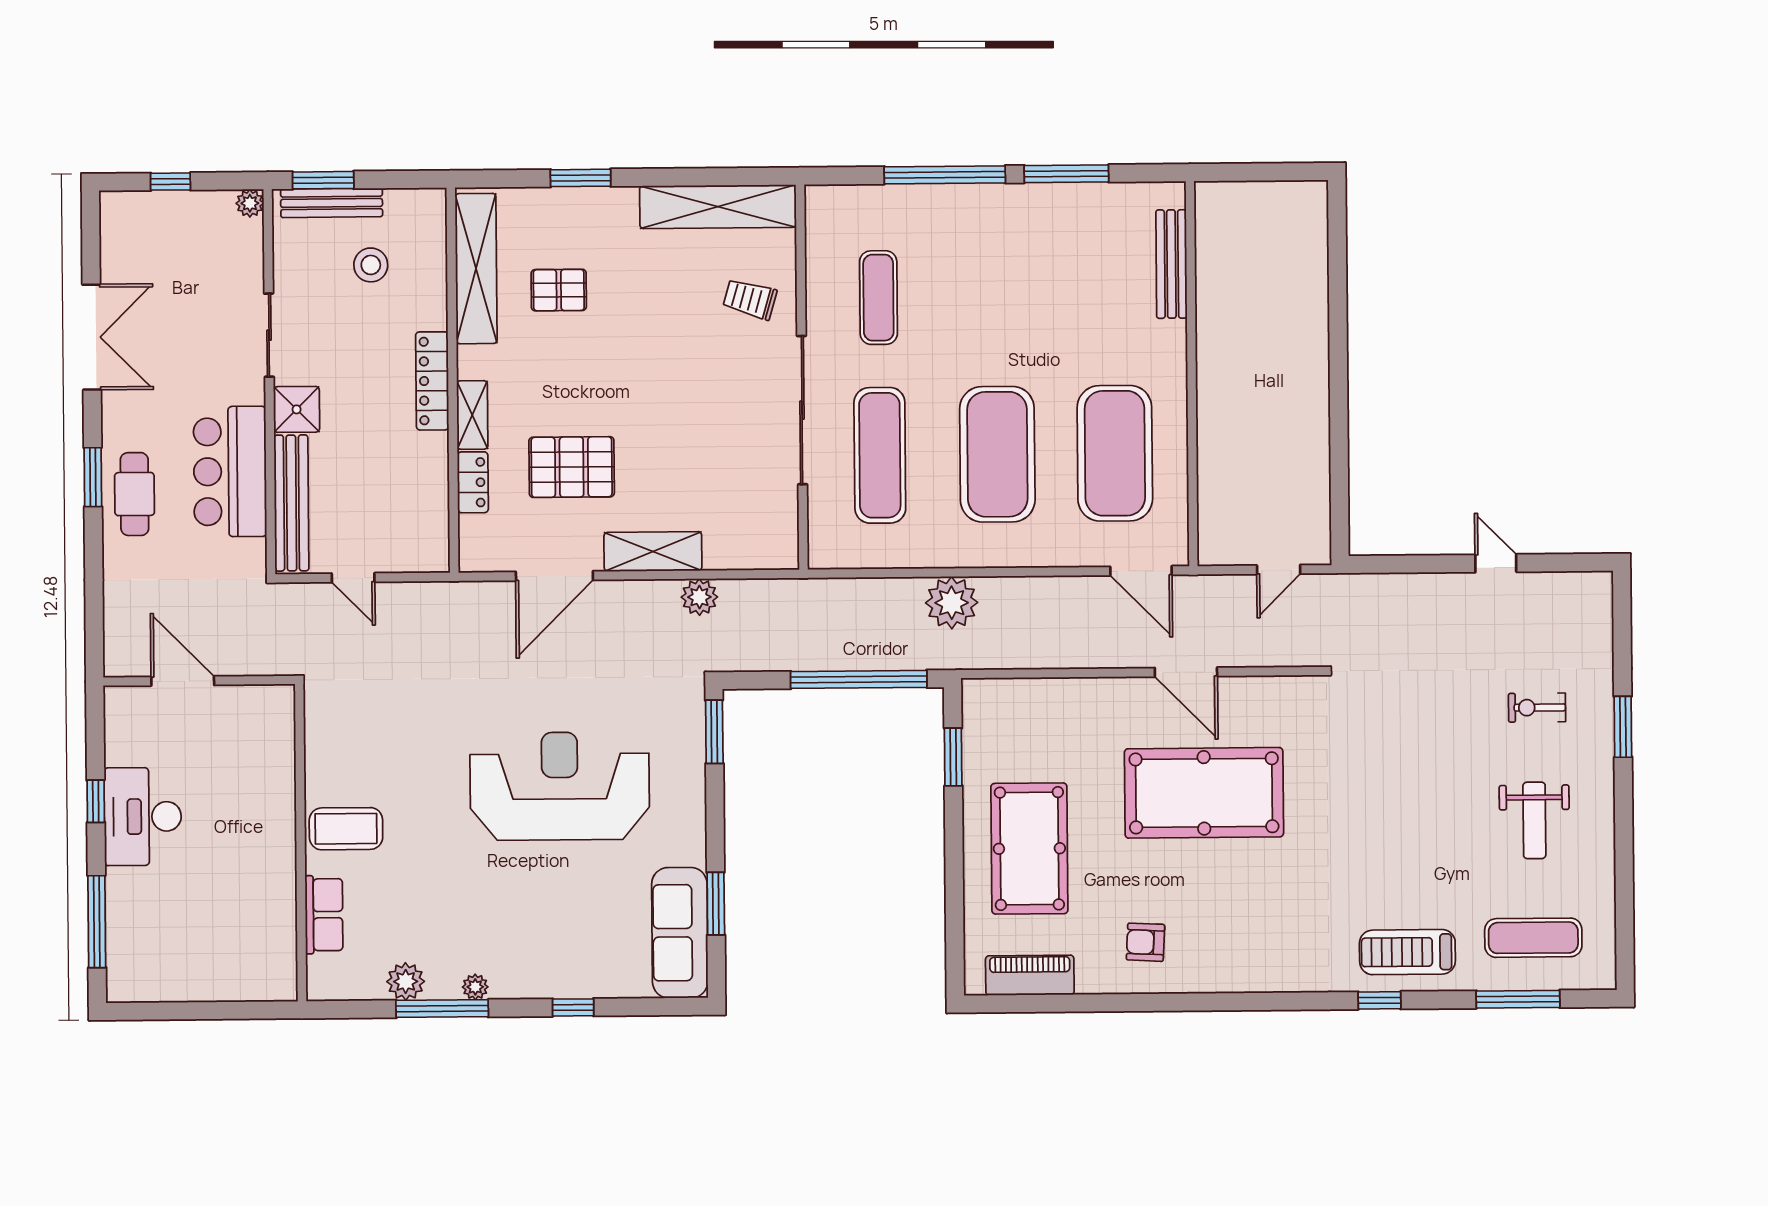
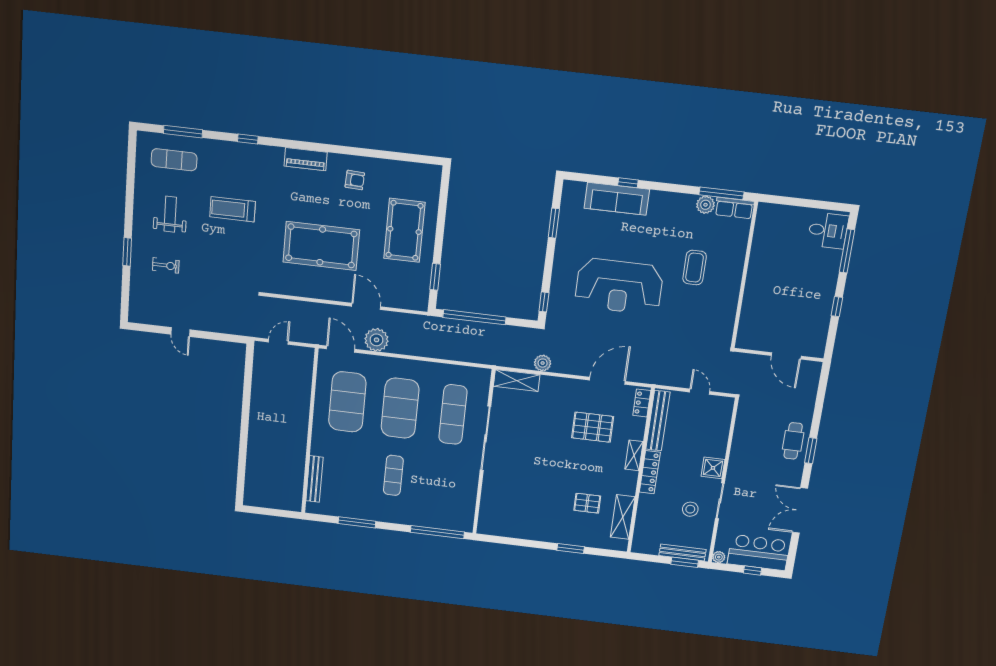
window: (945, 175) -> (437, 532), moved
shelving: (718, 207) -> (512, 529), removed
stool: (371, 265) -> (690, 509), moved
shelving: (476, 269) -> (623, 517), width x0.68
exercise mat: (878, 298) -> (393, 475), moved
trolley: (750, 299) -> (503, 488), removed
bar counter: (230, 472) -> (759, 552), moved, turned -90
locker: (473, 482) -> (642, 403), moved
bench: (291, 503) -> (658, 421), moved
shelving: (653, 551) -> (517, 380), moved
plant: (952, 603) -> (377, 340), moved
door: (1186, 672) -> (366, 306), moved
window: (714, 732) -> (544, 302), width x0.67
desk: (143, 817) -> (828, 230), moved, width x0.73
coffee table: (346, 829) -> (695, 268), moved, turned 90
row of seats: (324, 915) -> (734, 208), moved, turned -90
sofa: (680, 933) -> (617, 199), moved, turned 90
treadmill: (1407, 952) -> (233, 209), moved, turned 180
piano: (1030, 975) -> (306, 159), moved
plant: (475, 987) -> (673, 198), removed
window: (442, 1009) -> (721, 193), moved

